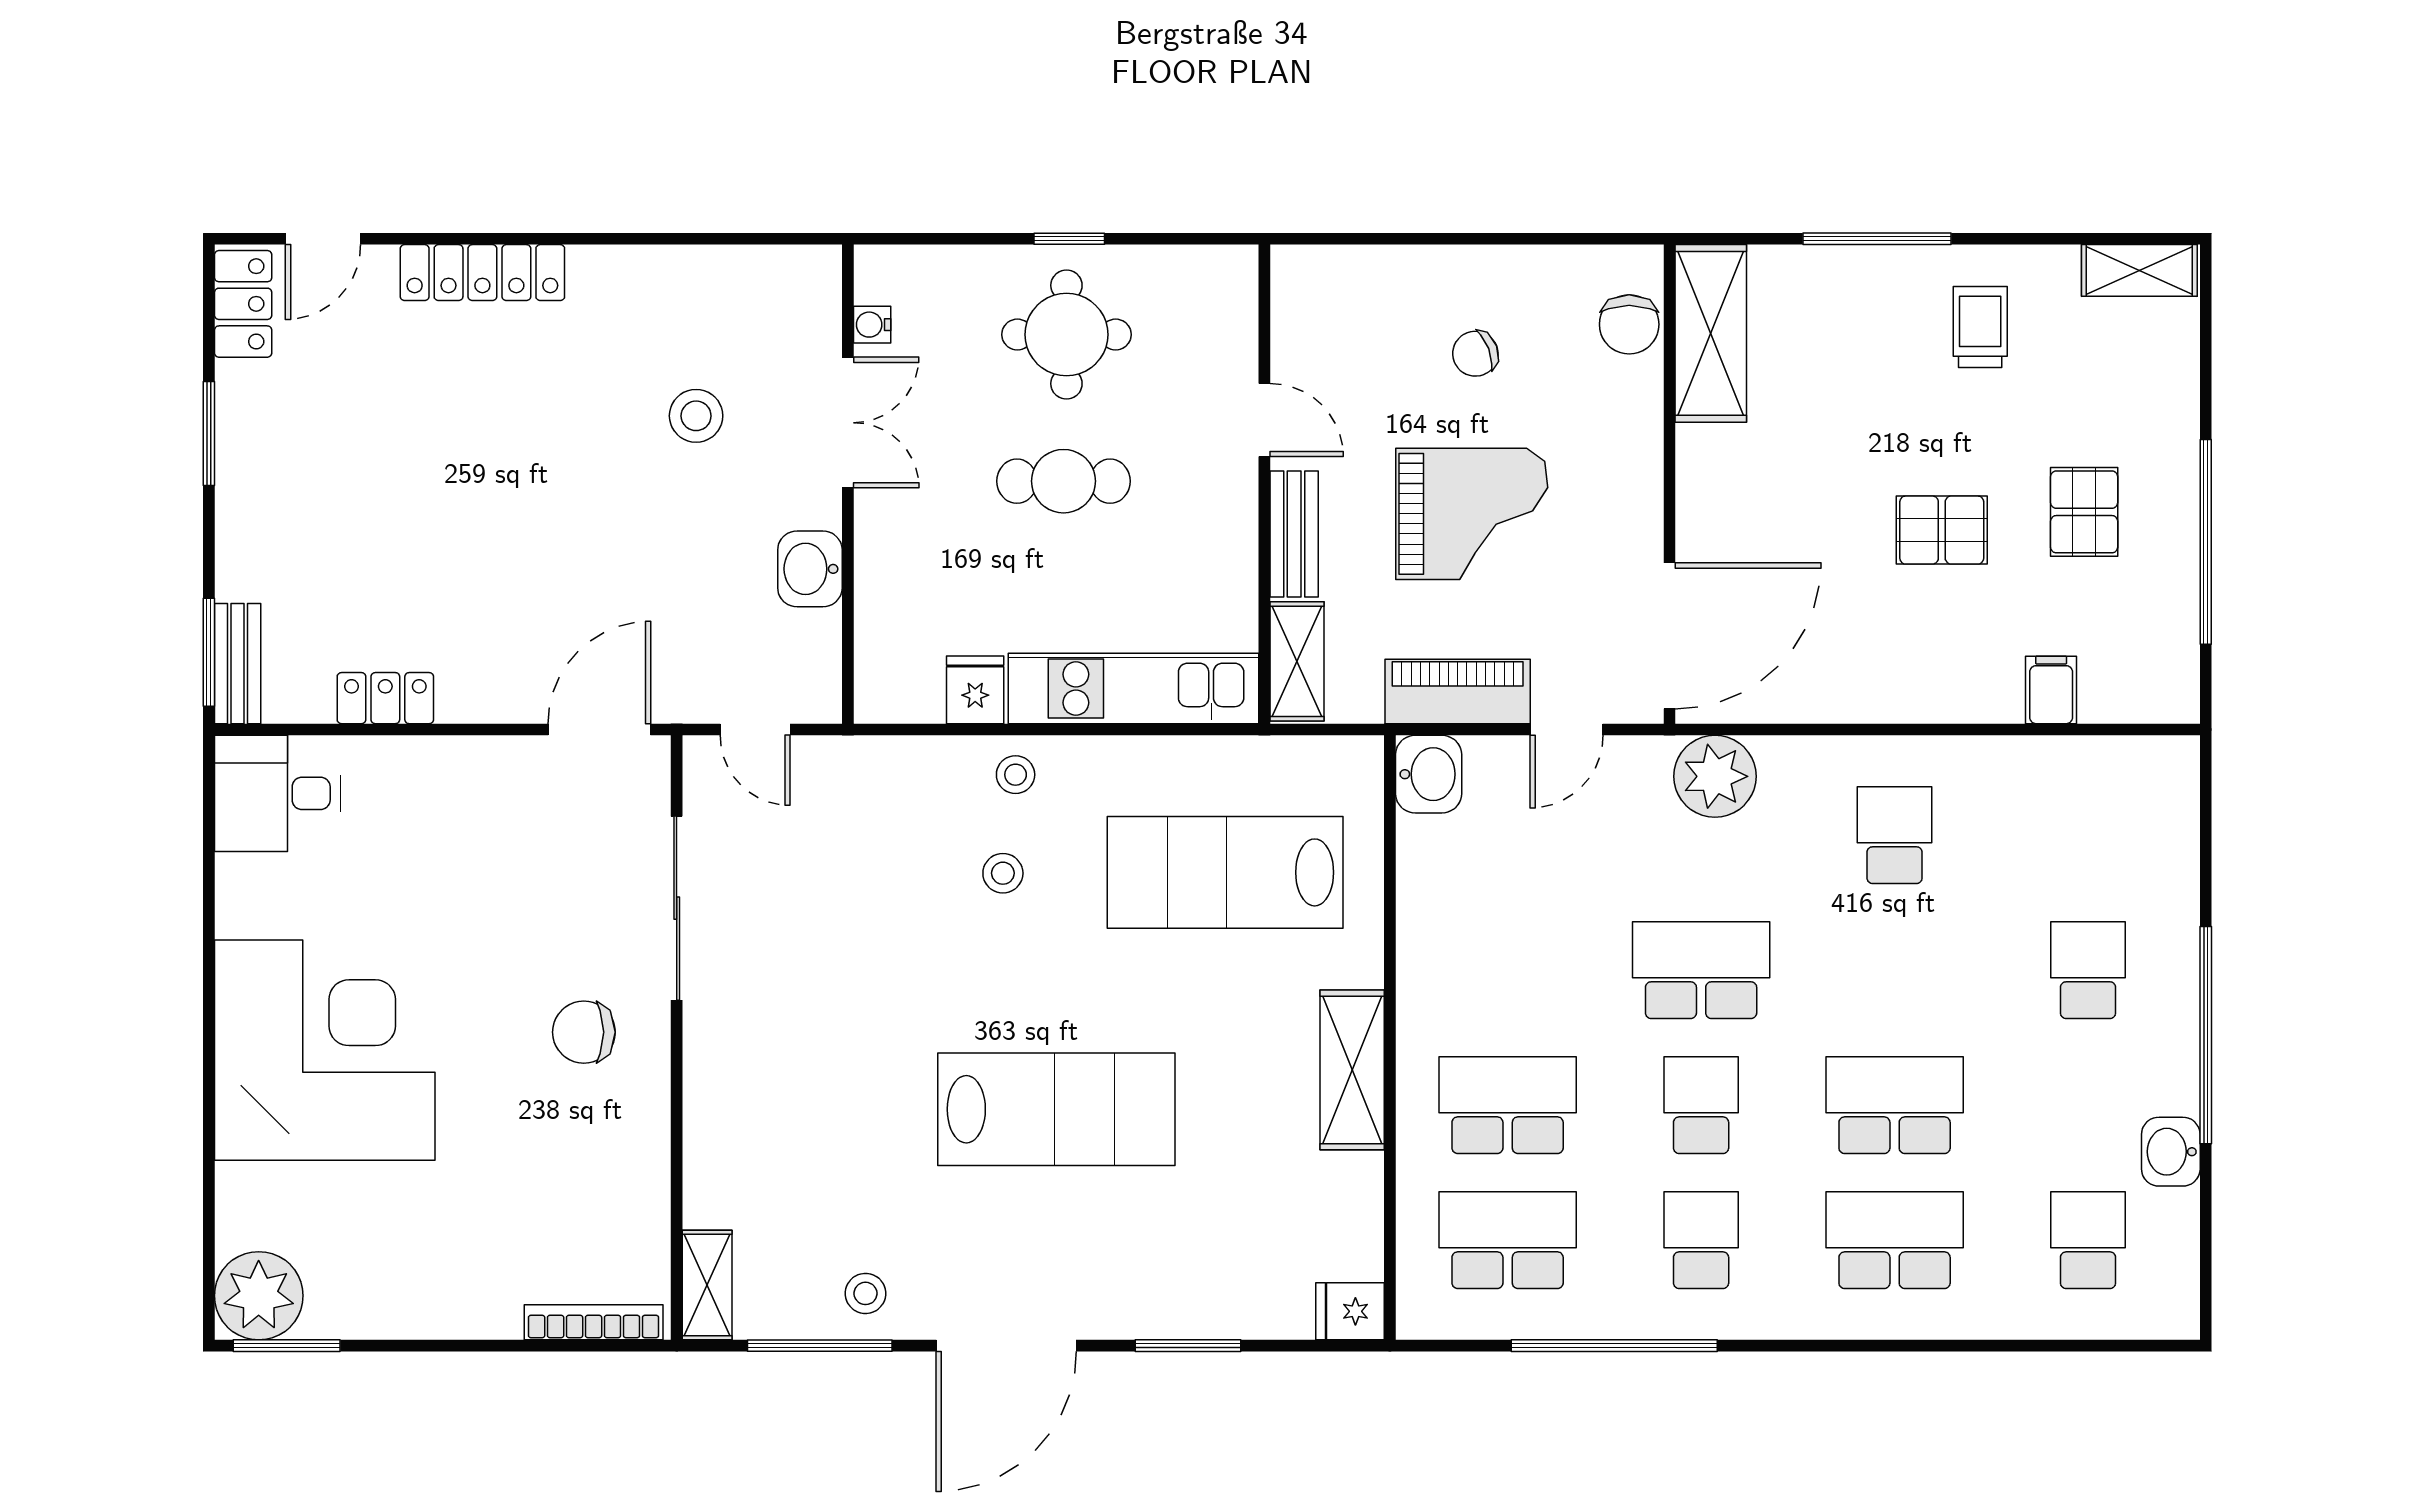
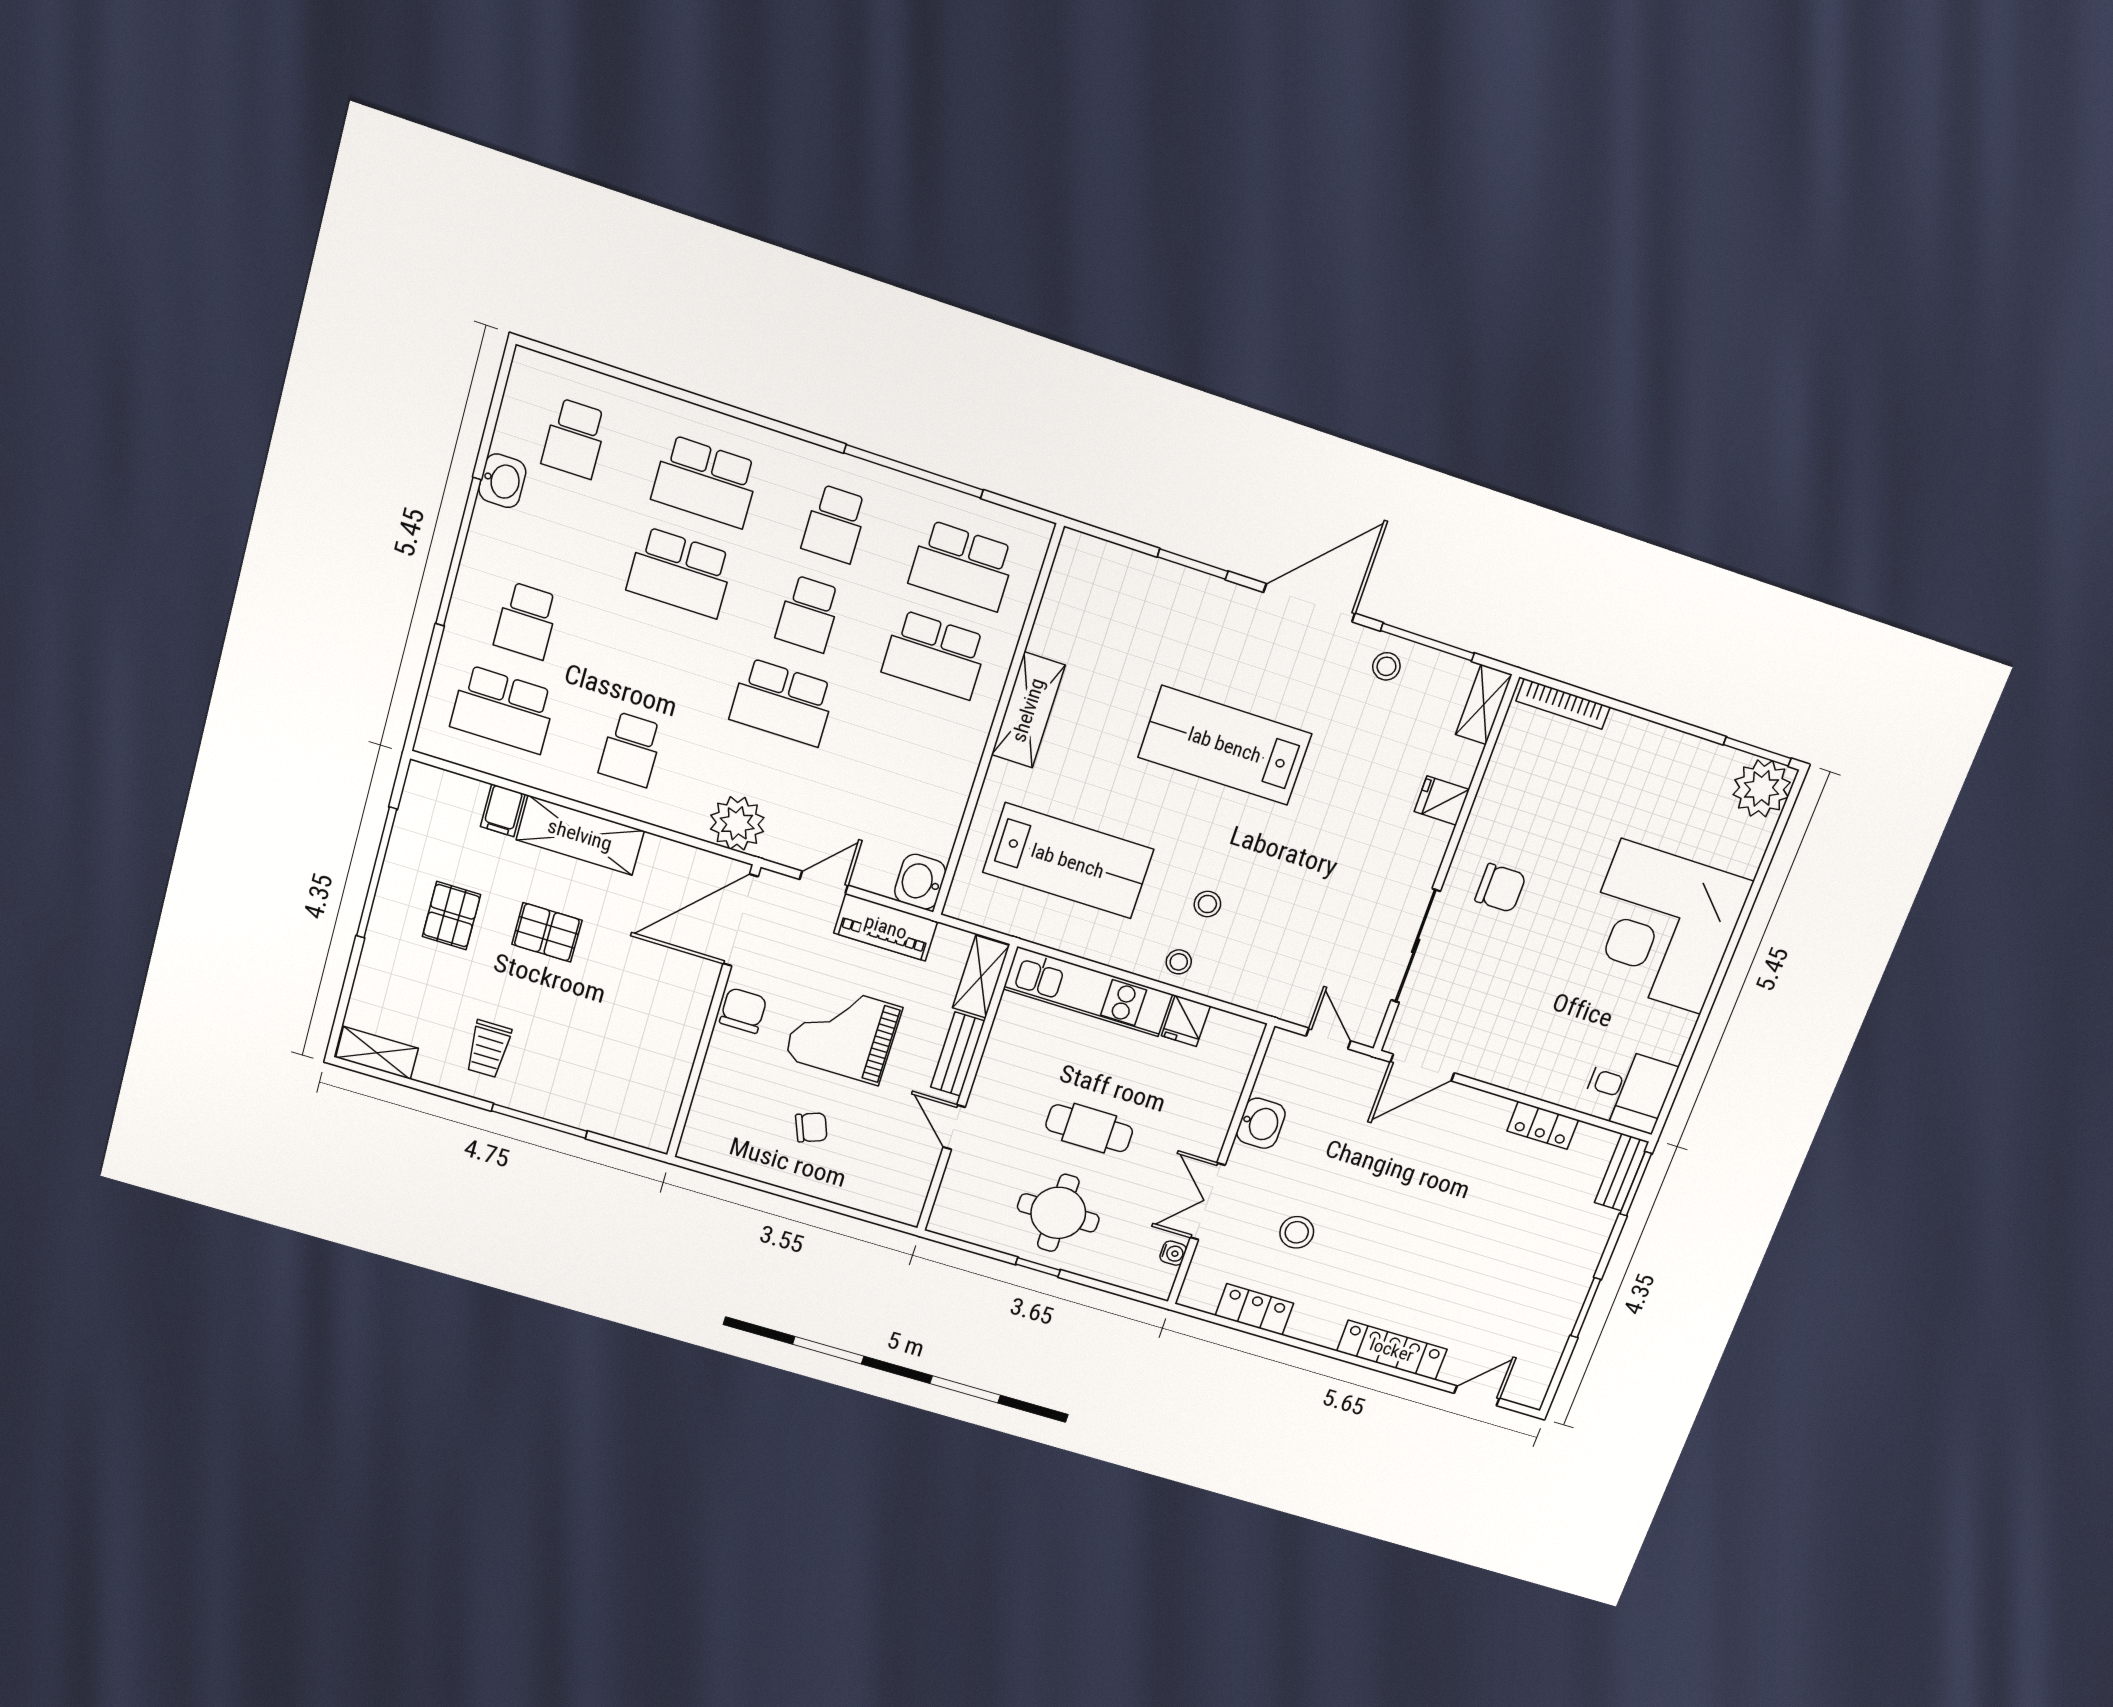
locker: (243, 304) -> (1254, 1309), moved, turned 90
chair: (1629, 324) -> (743, 1011), moved
shelving: (1711, 333) -> (580, 835), moved, turned 90
school desk: (2088, 835) -> (503, 709), added
fridge: (1350, 1311) -> (1442, 801), moved, turned 180

